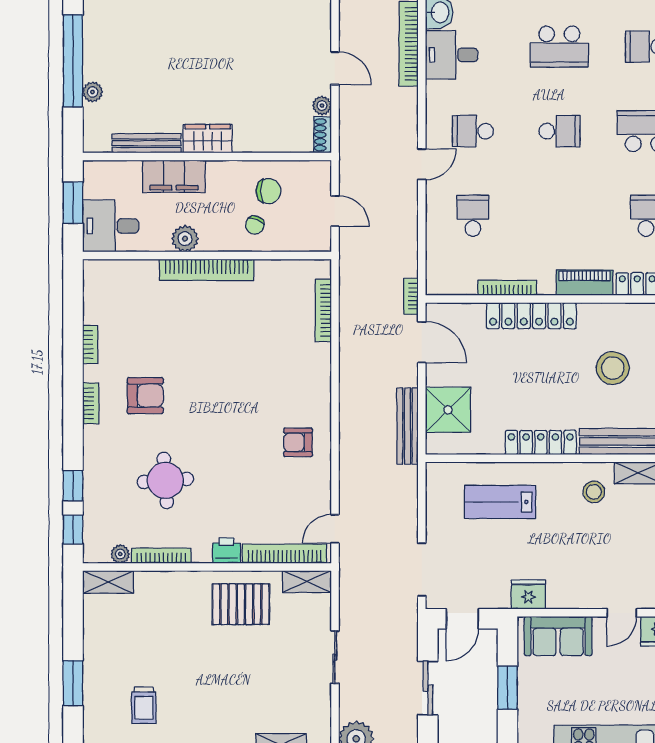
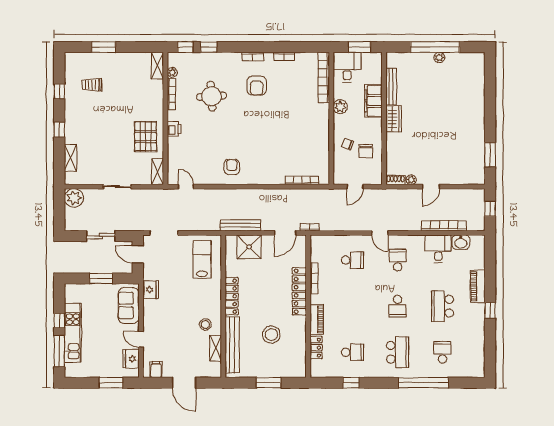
plant: (93, 92) -> (439, 58), moved
bookcase: (207, 270) -> (324, 77), moved
lab bench: (500, 502) -> (202, 259), moved
bookcase: (285, 554) -> (172, 160), removed

